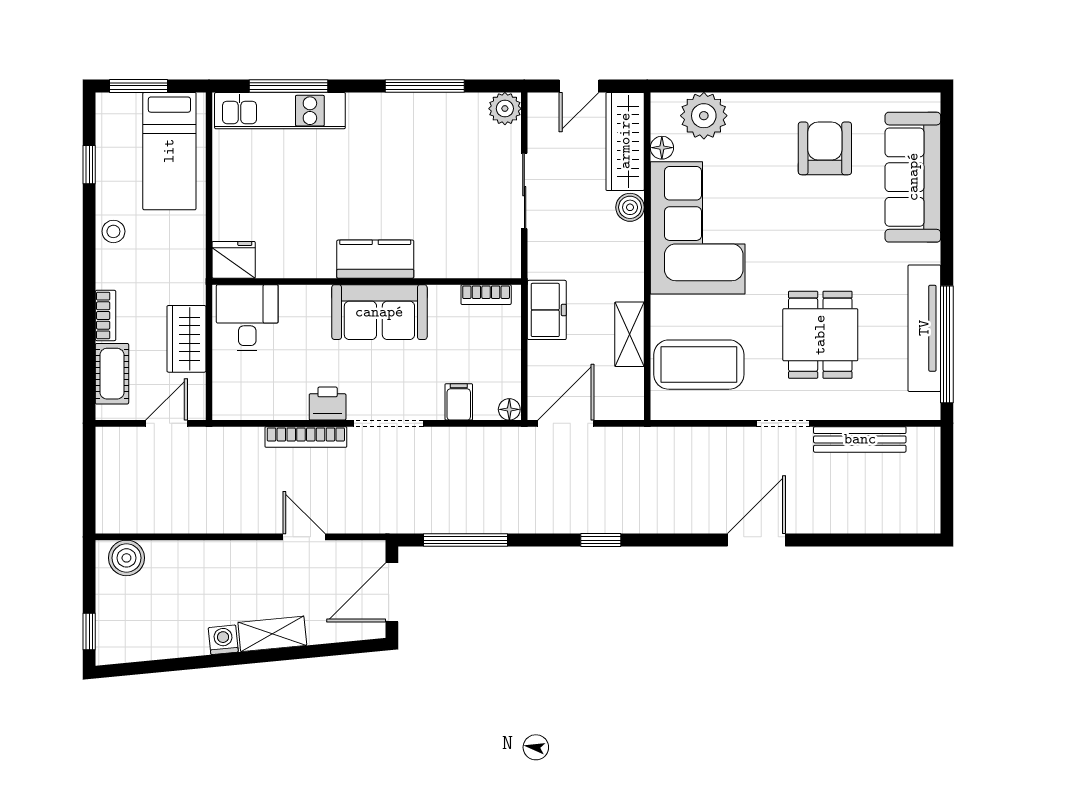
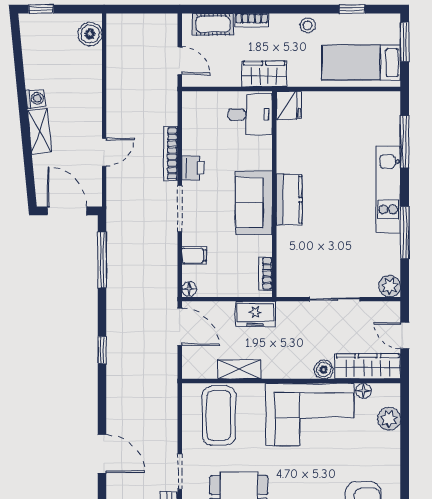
kitchen unit: (280, 111) -> (388, 189), moved
plant: (704, 116) -> (389, 419), width x0.73, depth x0.73
wardrobe: (186, 339) -> (264, 74), moved

